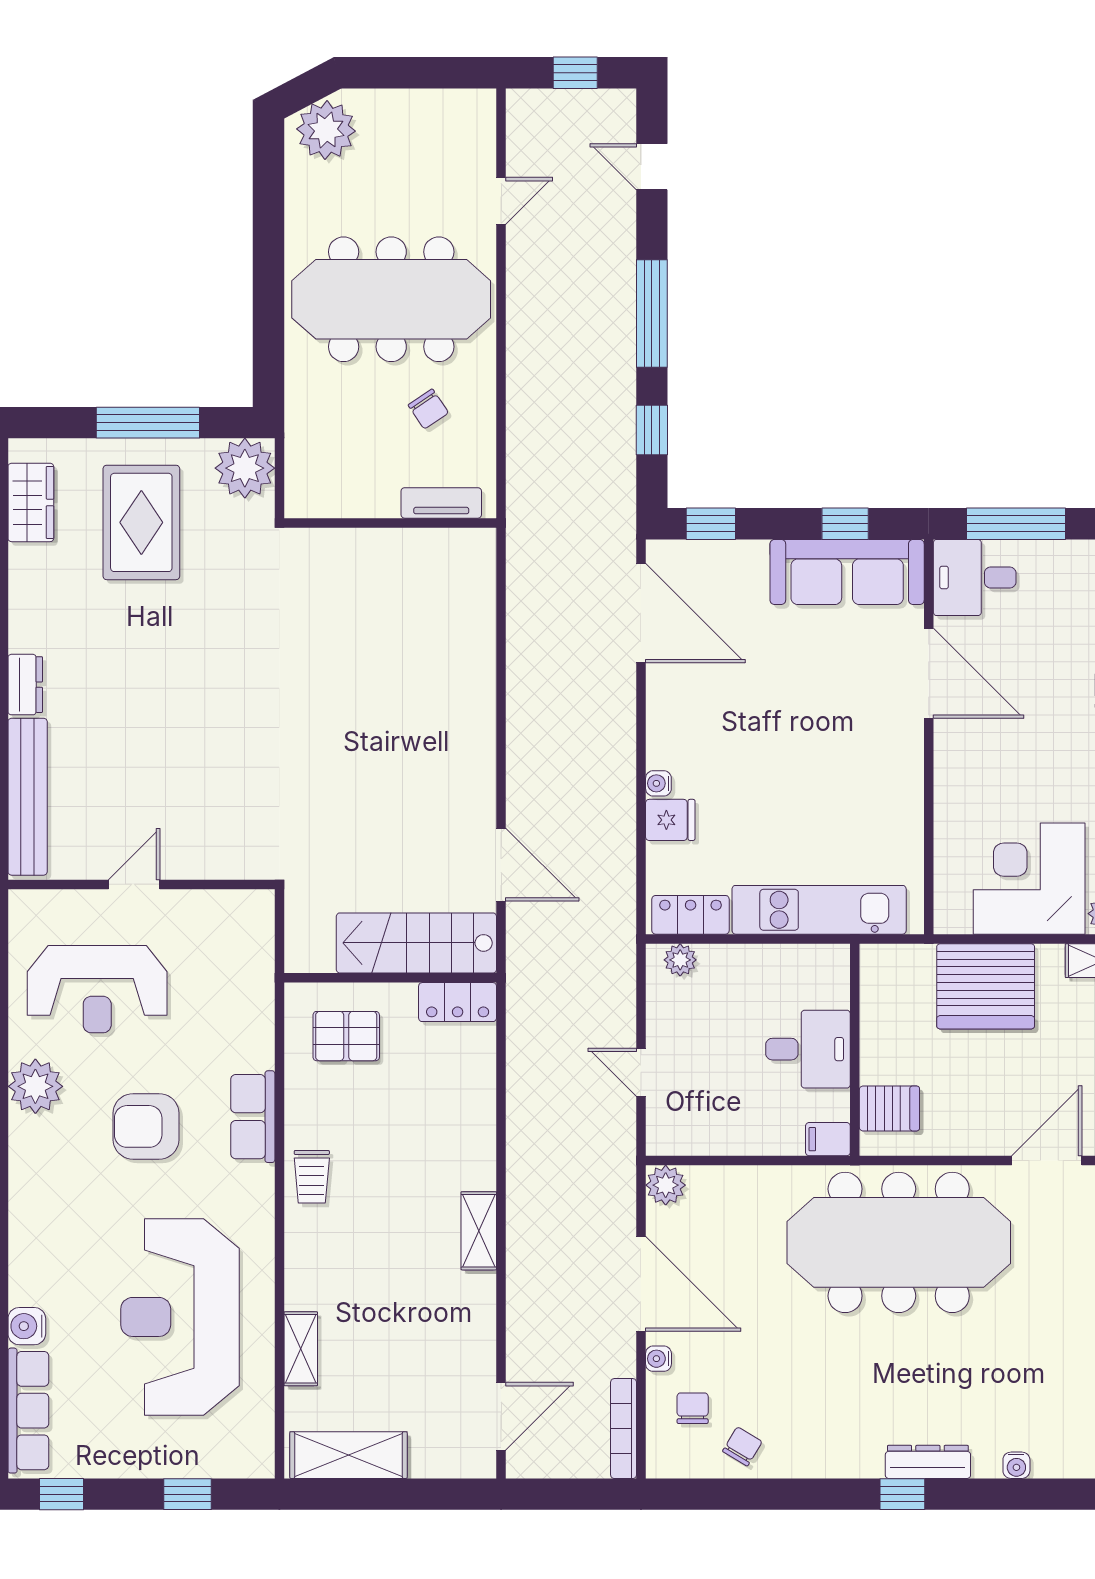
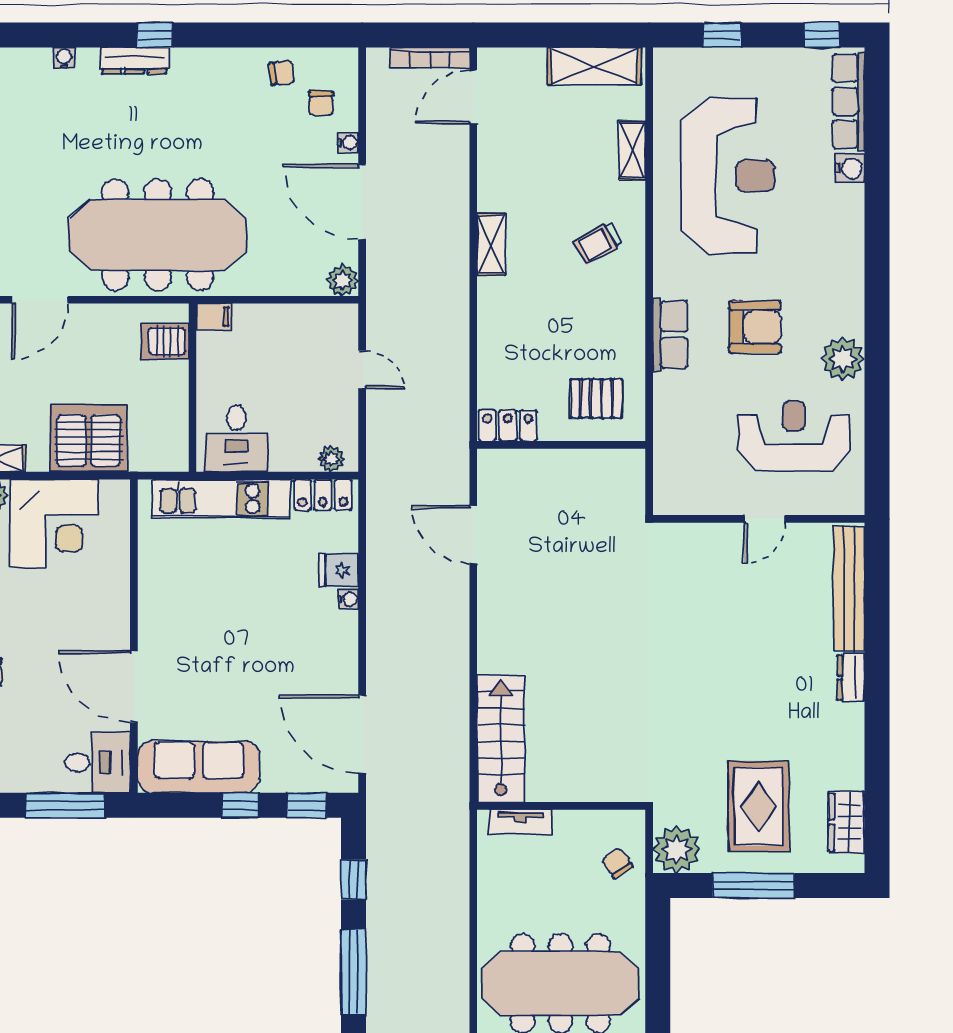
chair: (428, 409) -> (617, 863), moved
window: (845, 524) -> (240, 805), moved
stairs: (416, 943) -> (501, 739), moved, turned -90
desk: (808, 1049) -> (236, 439), moved, turned -90
trolley: (312, 1177) -> (598, 243), moved, turned -119
bookcase: (624, 1429) -> (430, 58), moved, turned 90
chair: (742, 1446) -> (282, 73), turned -127

